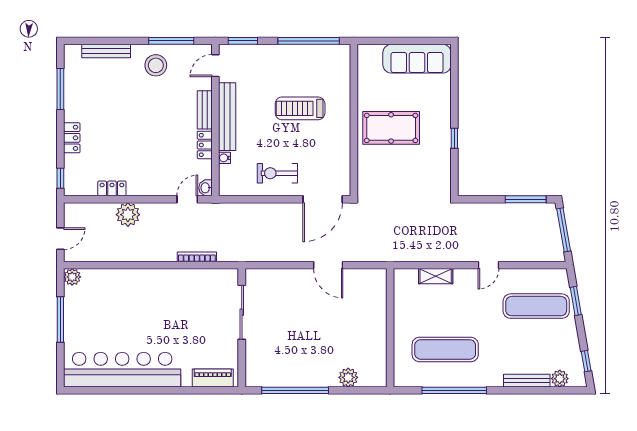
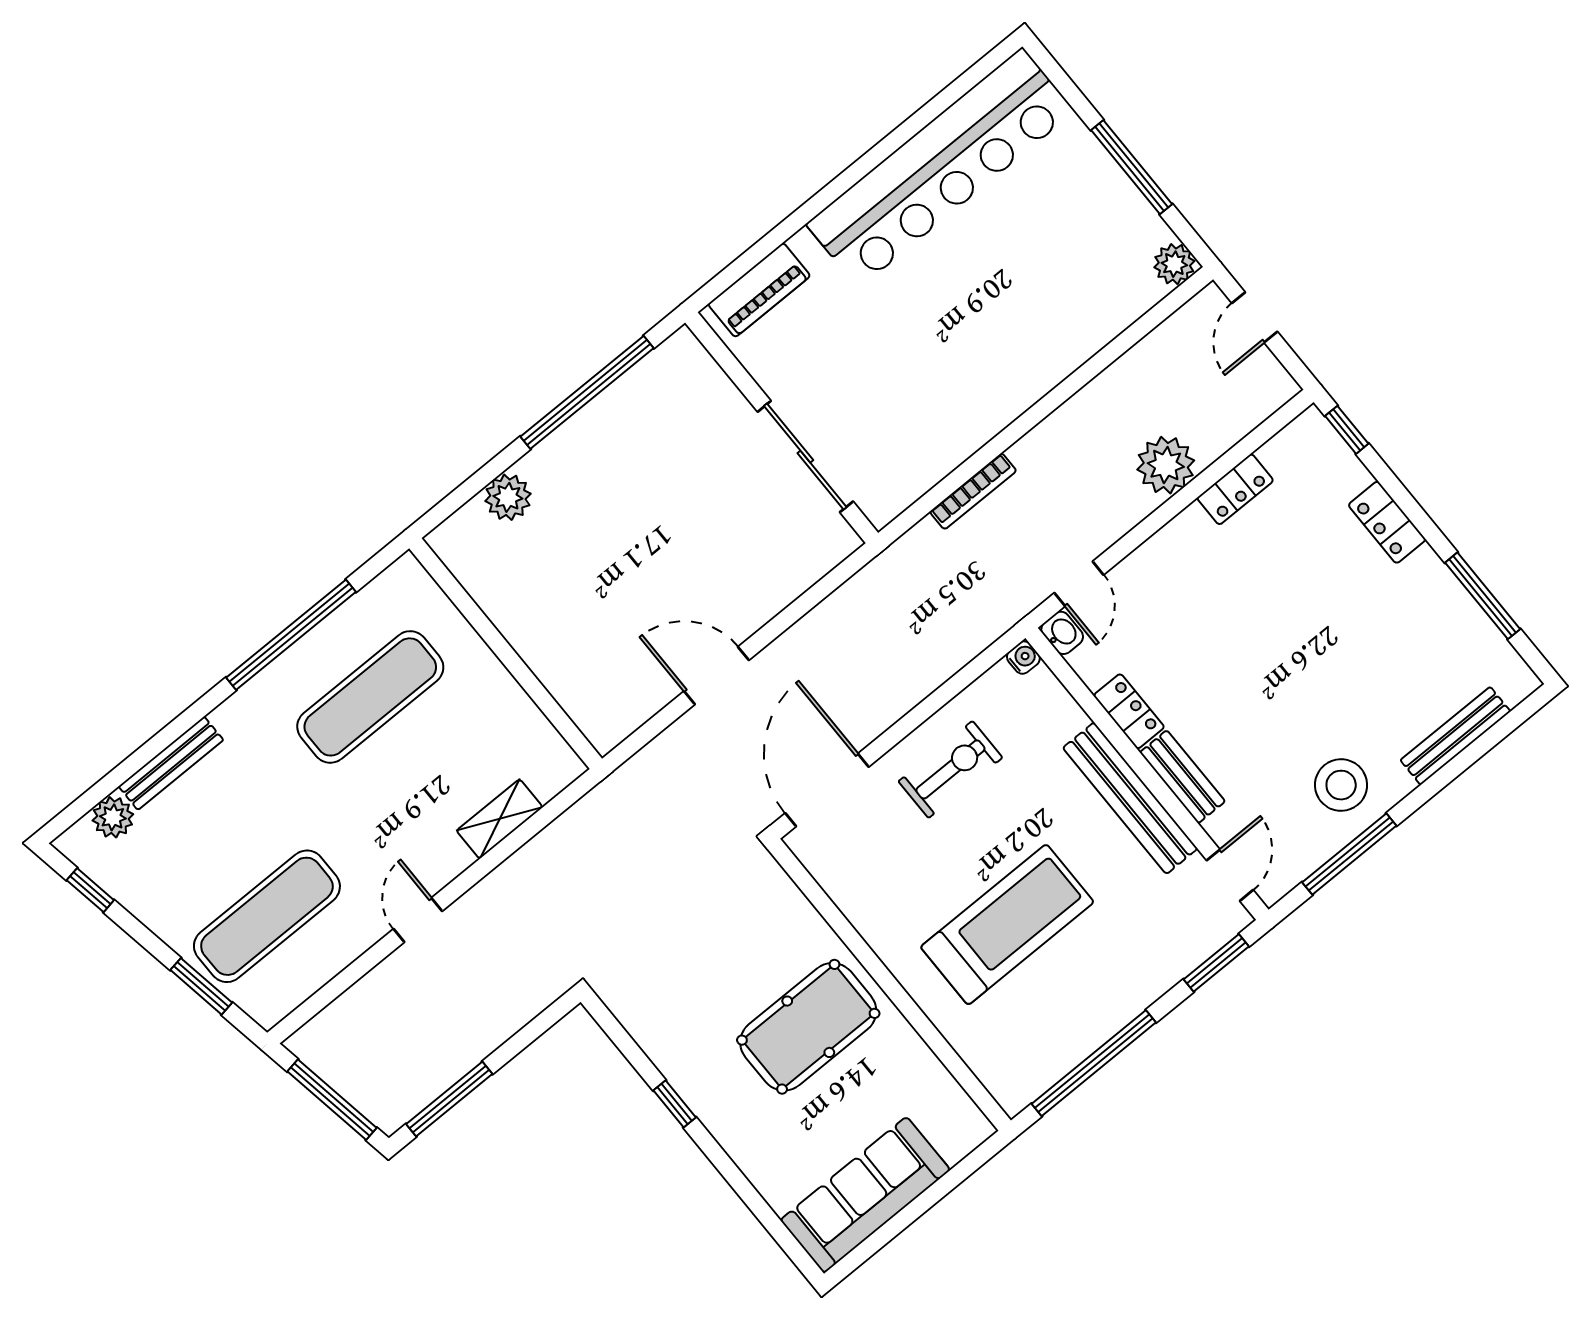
treadmill: (300, 108) -> (1007, 925), width x1.37, depth x1.38
water cooler: (225, 158) -> (1023, 658), moved

